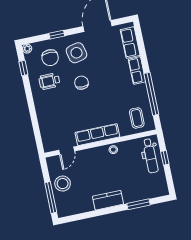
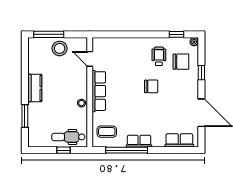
side table: (77, 53) -> (180, 88), removed
chair: (50, 58) -> (181, 62), turned 180
row of seats: (137, 71) -> (139, 141), moved

